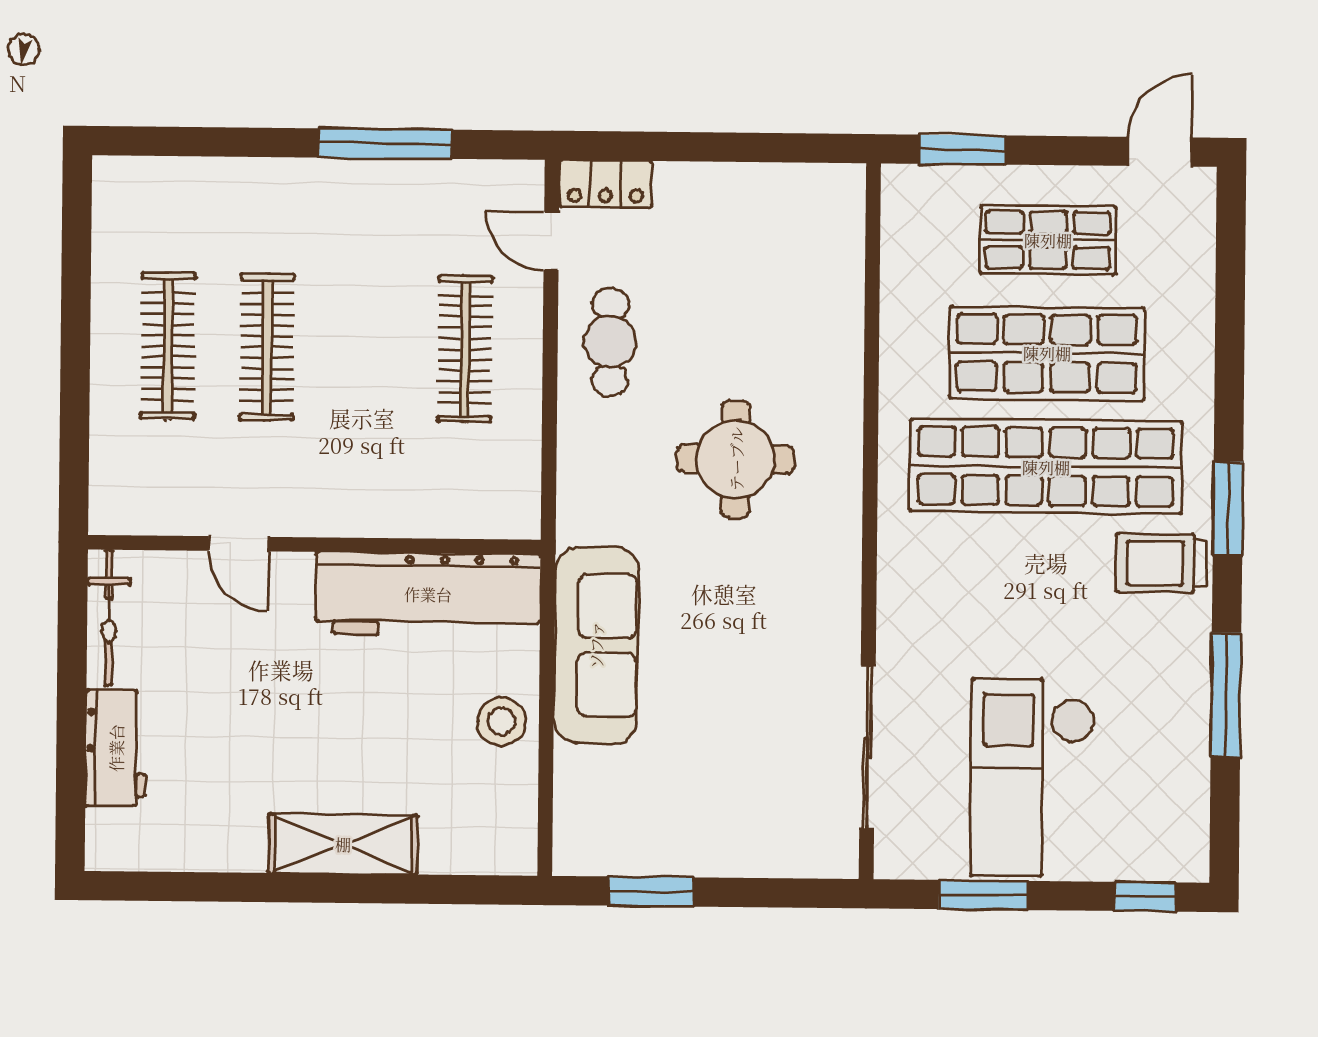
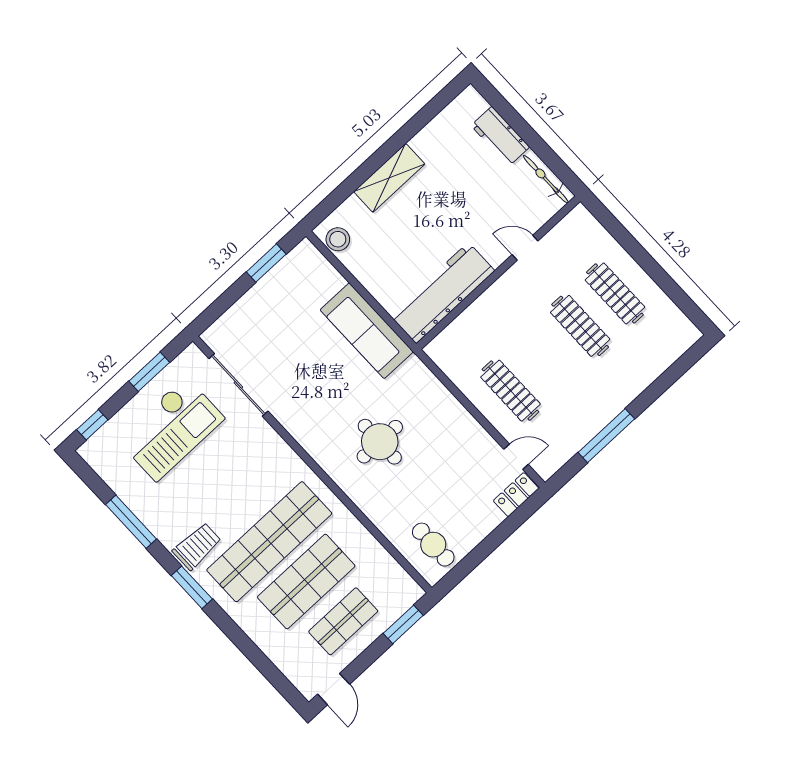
cafe table: (610, 342) -> (433, 545), moved
stool: (502, 722) -> (338, 239), moved
checkout: (1033, 778) -> (171, 429), turned 90

